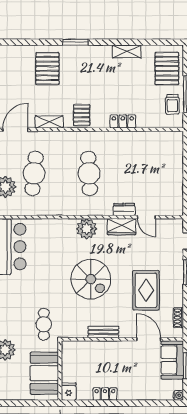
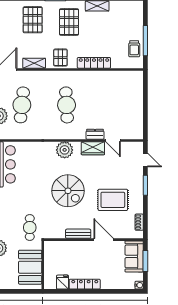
pallet: (167, 69) -> (69, 22), moved
locker: (123, 122) -> (94, 63), width x1.53
rug: (146, 290) -> (113, 200), turned 90
door: (149, 339) -> (104, 240), moved
fridge: (69, 392) -> (62, 282), moved
locker: (105, 394) -> (85, 284), width x1.53

